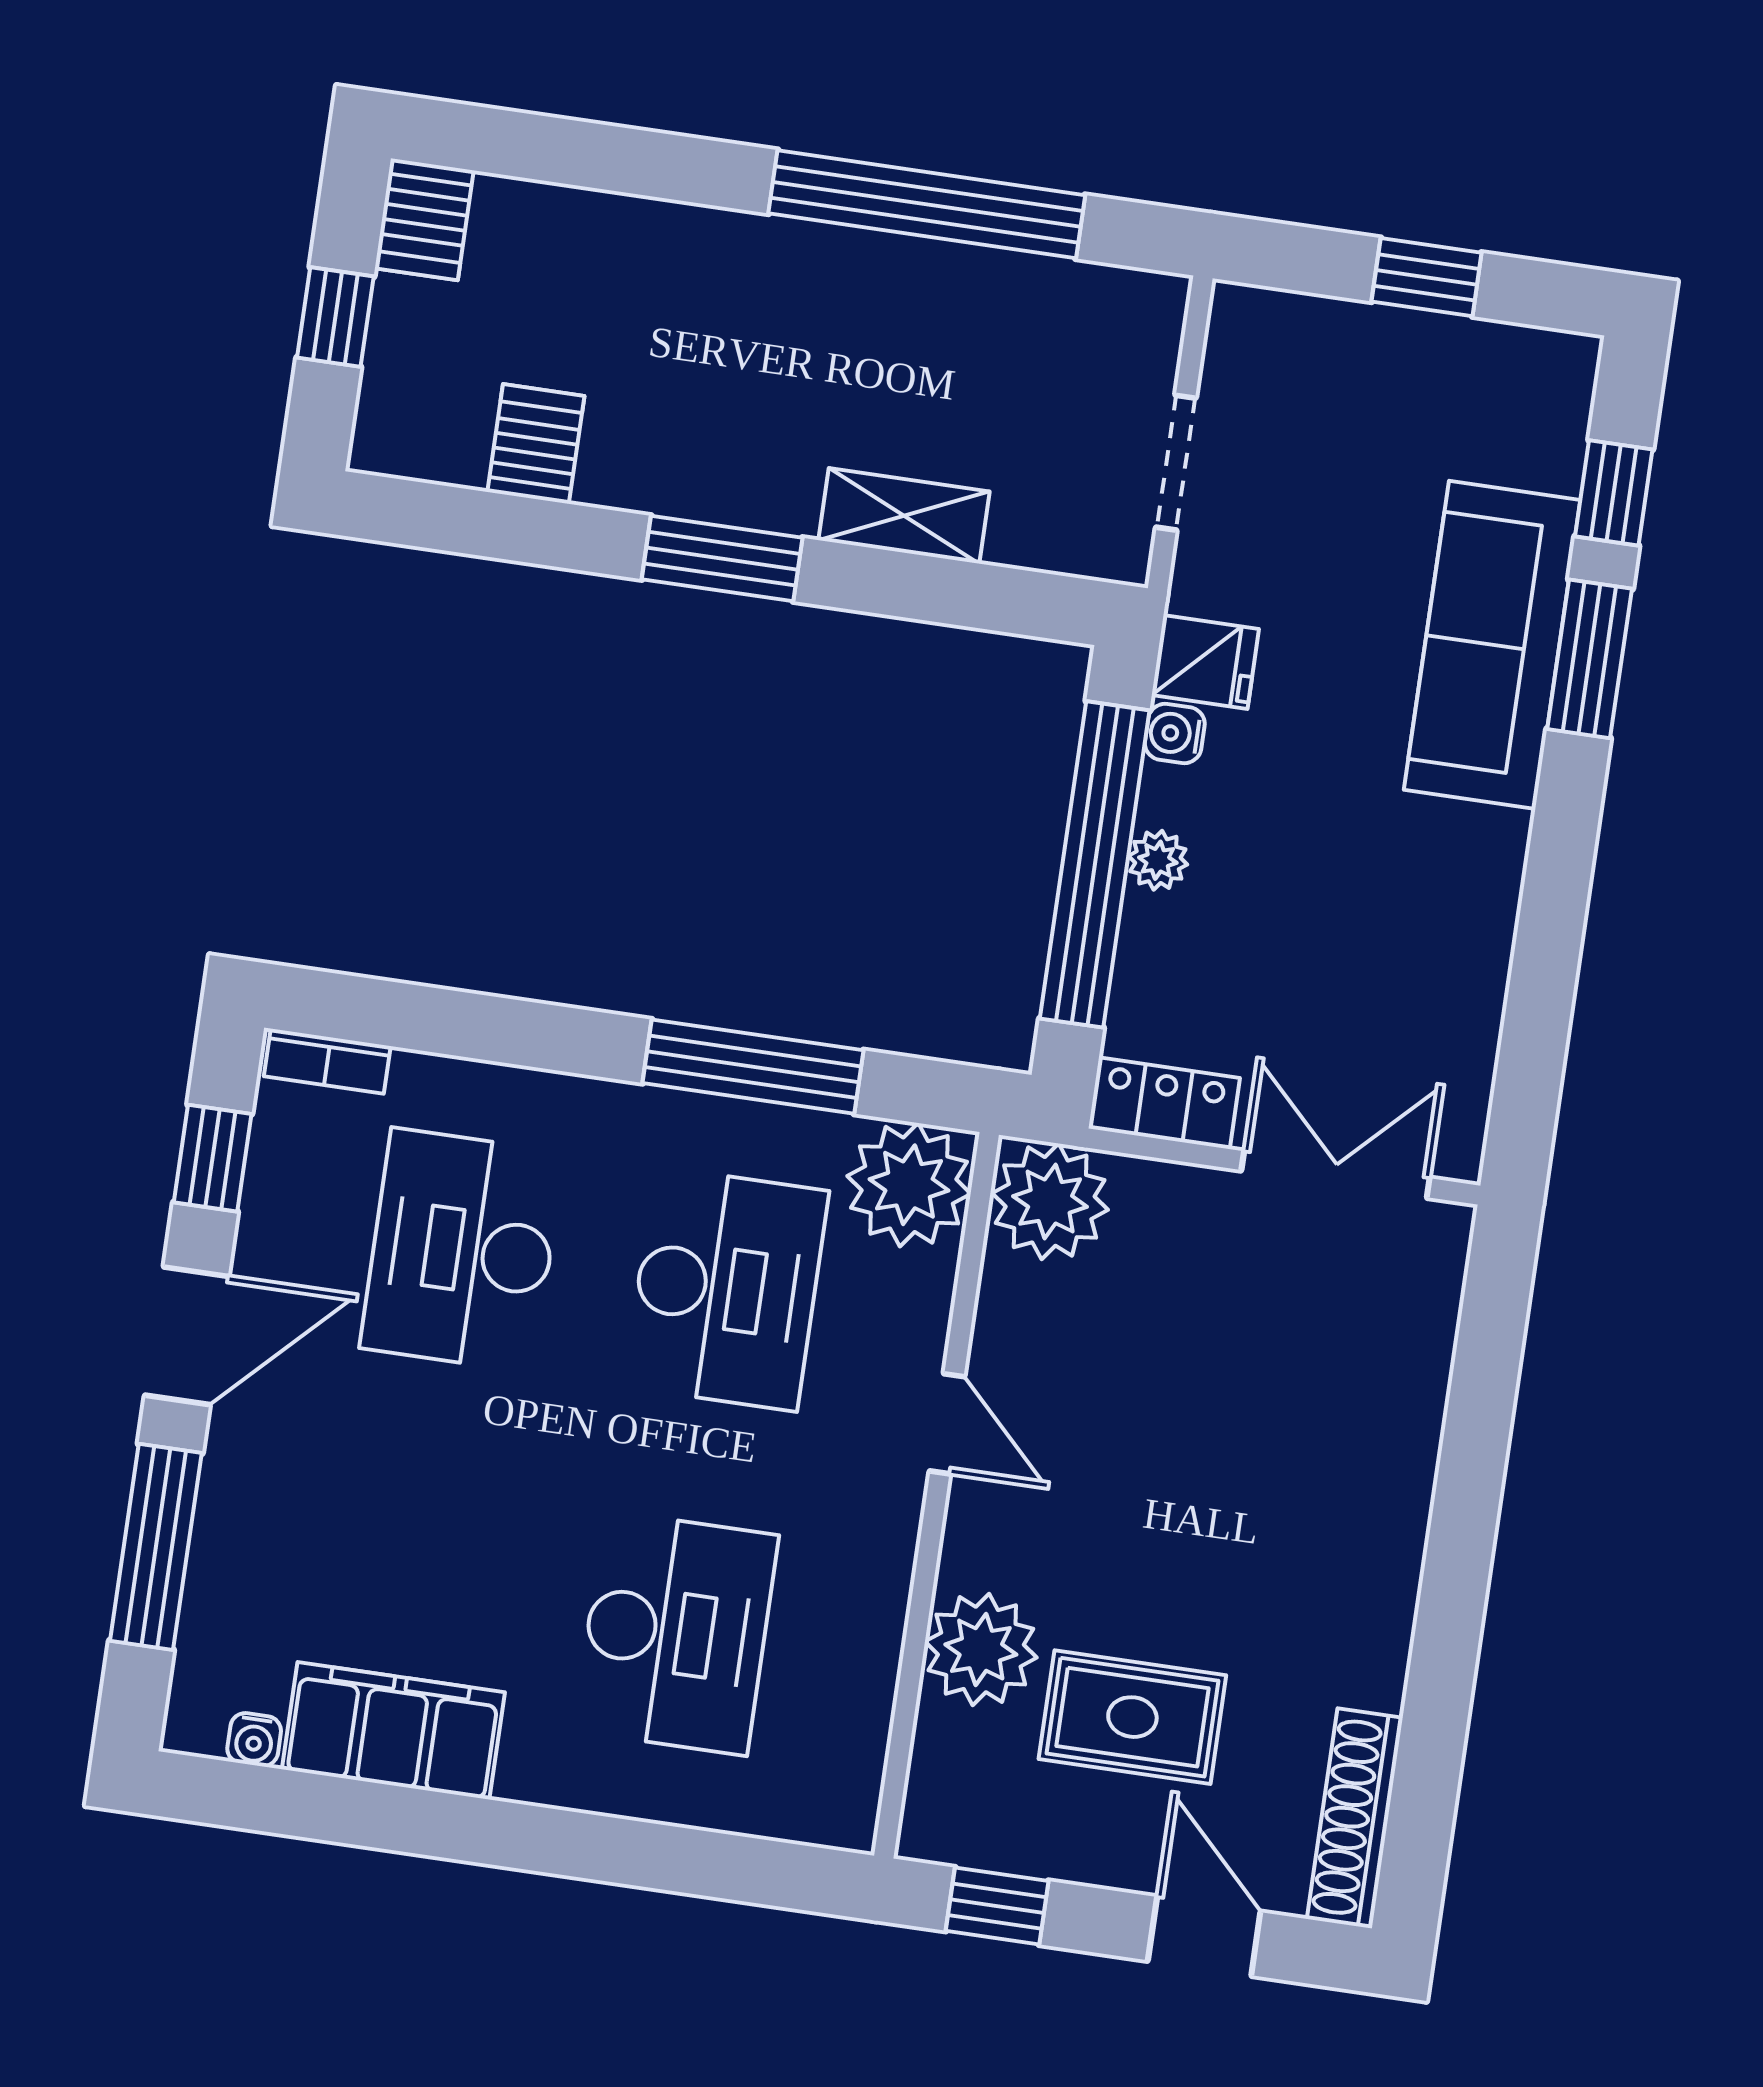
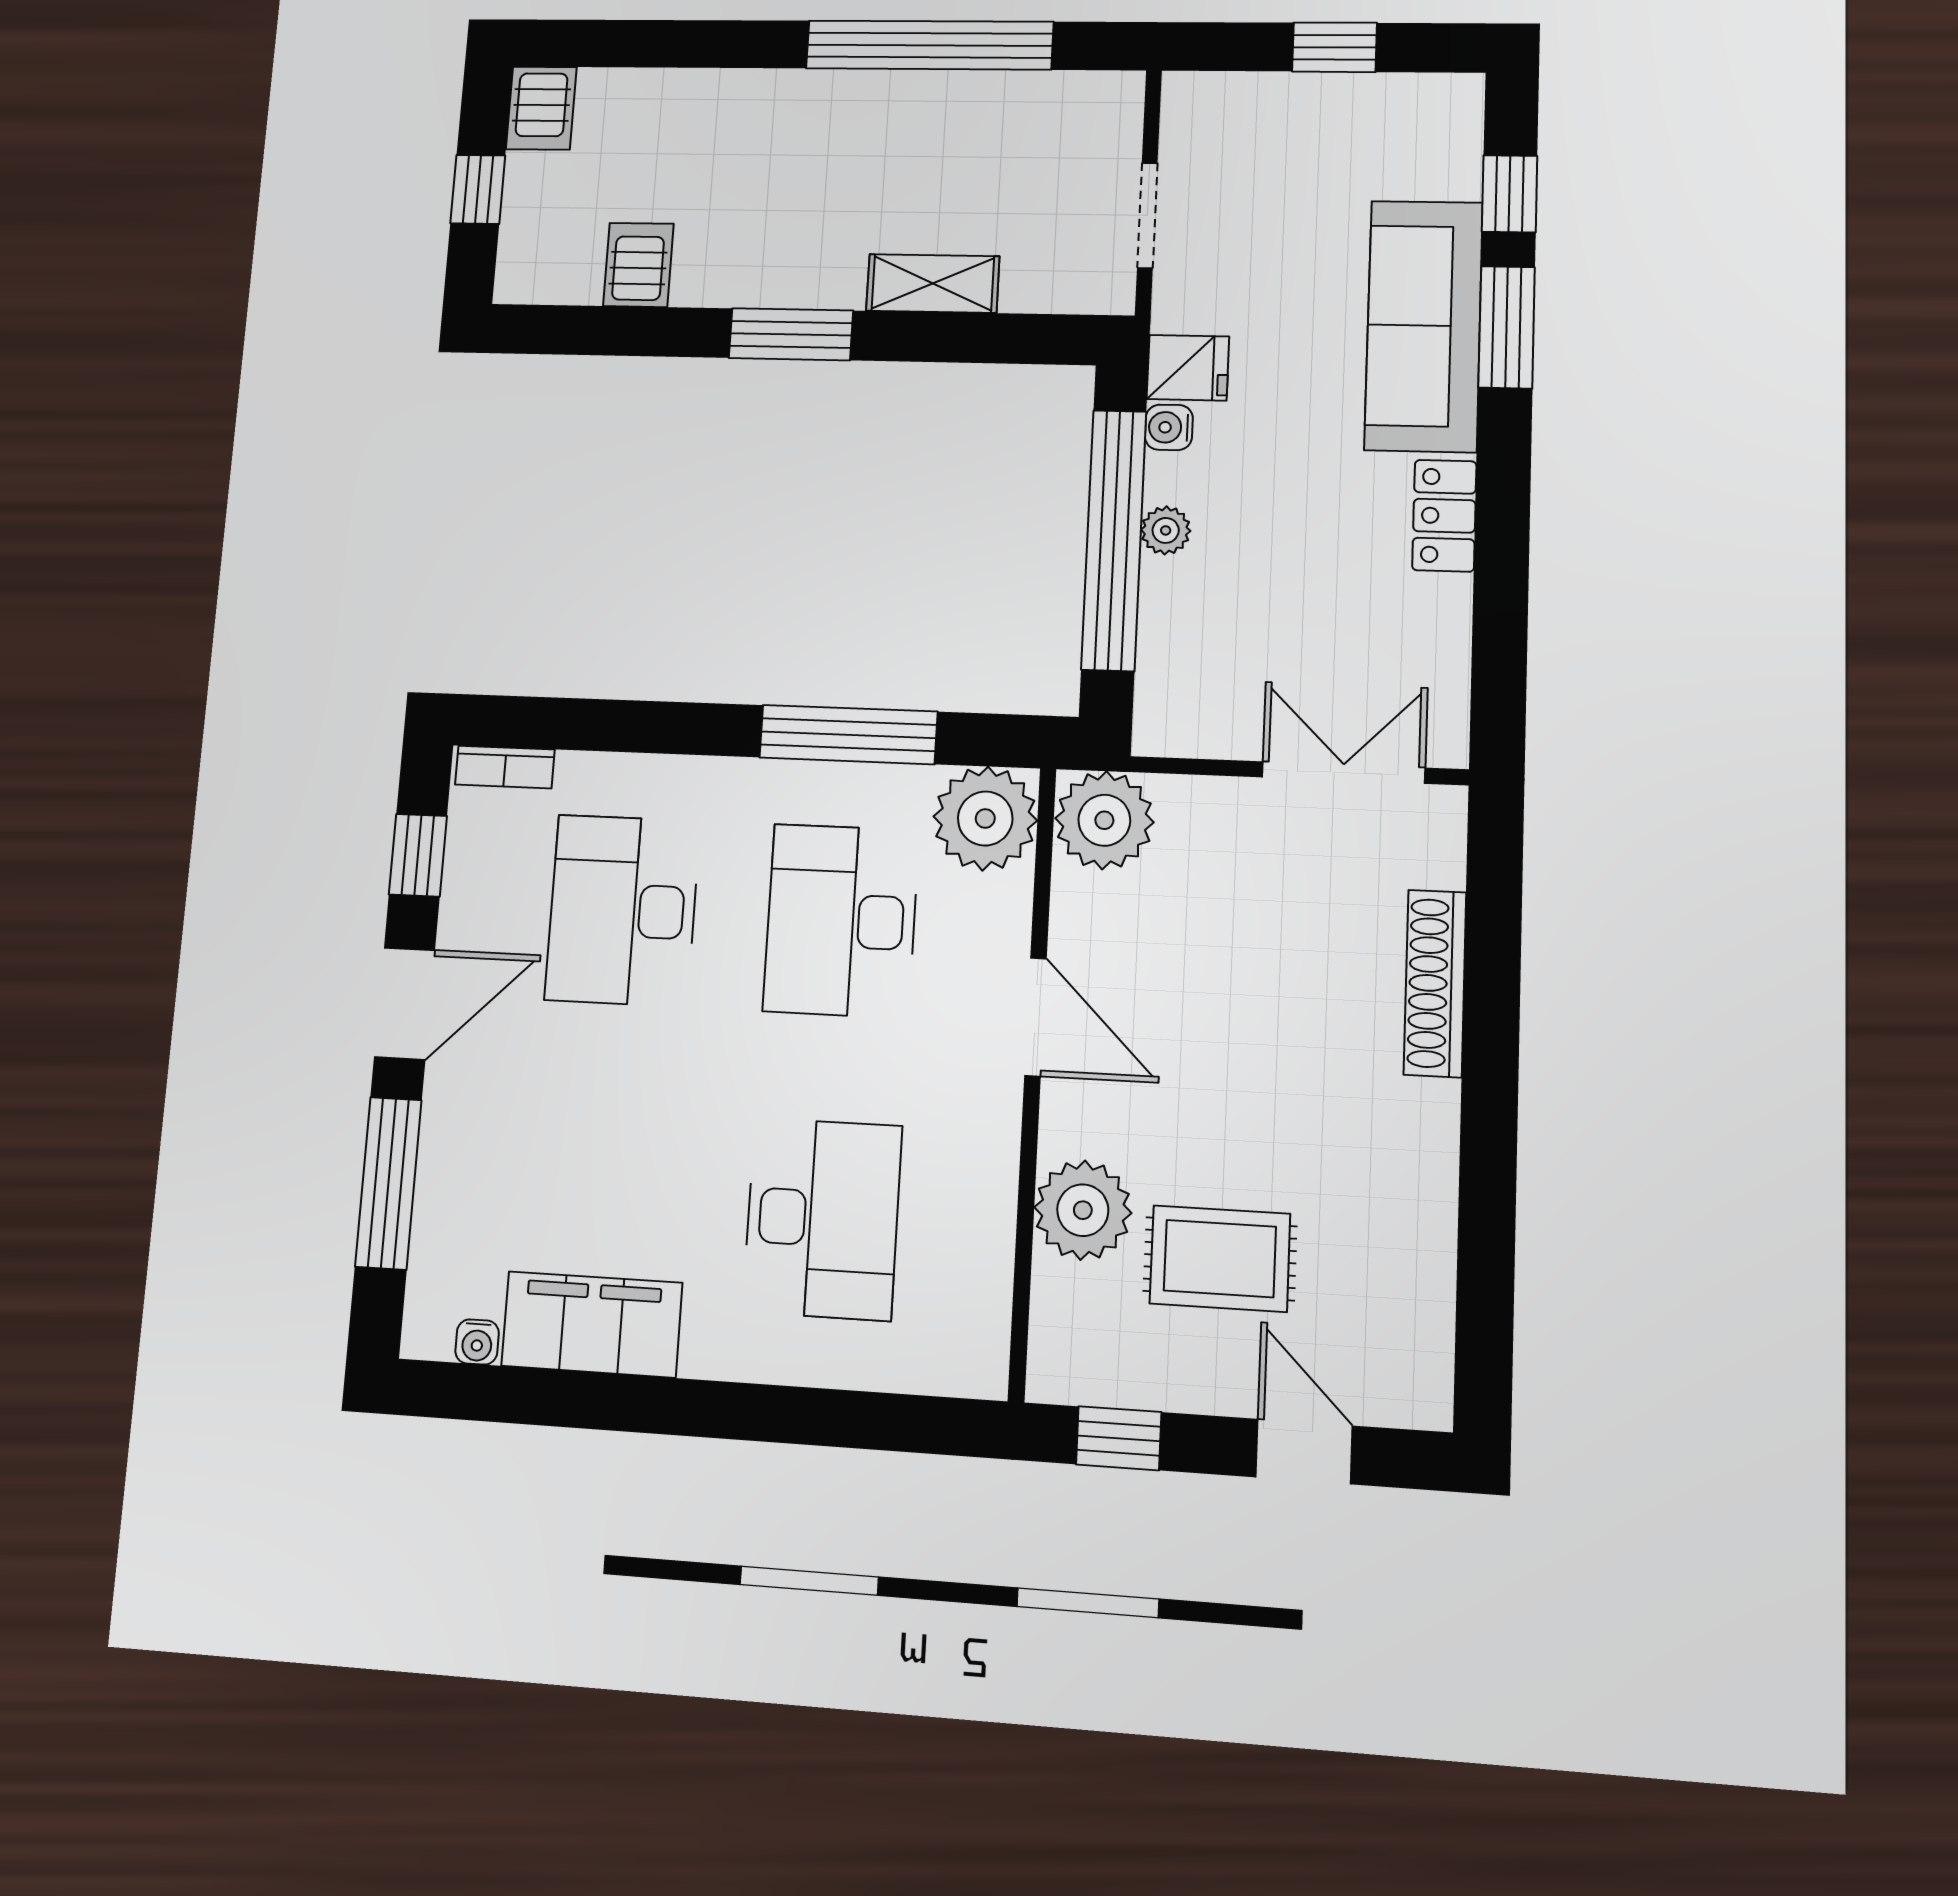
locker: (1164, 1103) -> (1444, 516), moved, turned -90
desk: (726, 1289) -> (841, 921), turned 180
door: (947, 1424) -> (1036, 1017), width x1.38
shoe rack: (1355, 1818) -> (1435, 983), moved

